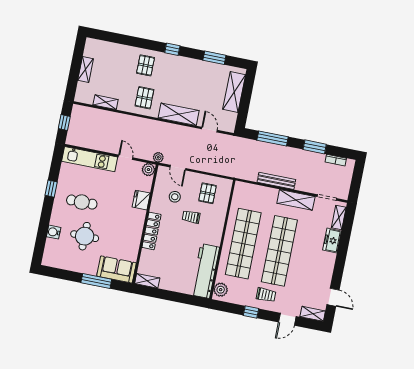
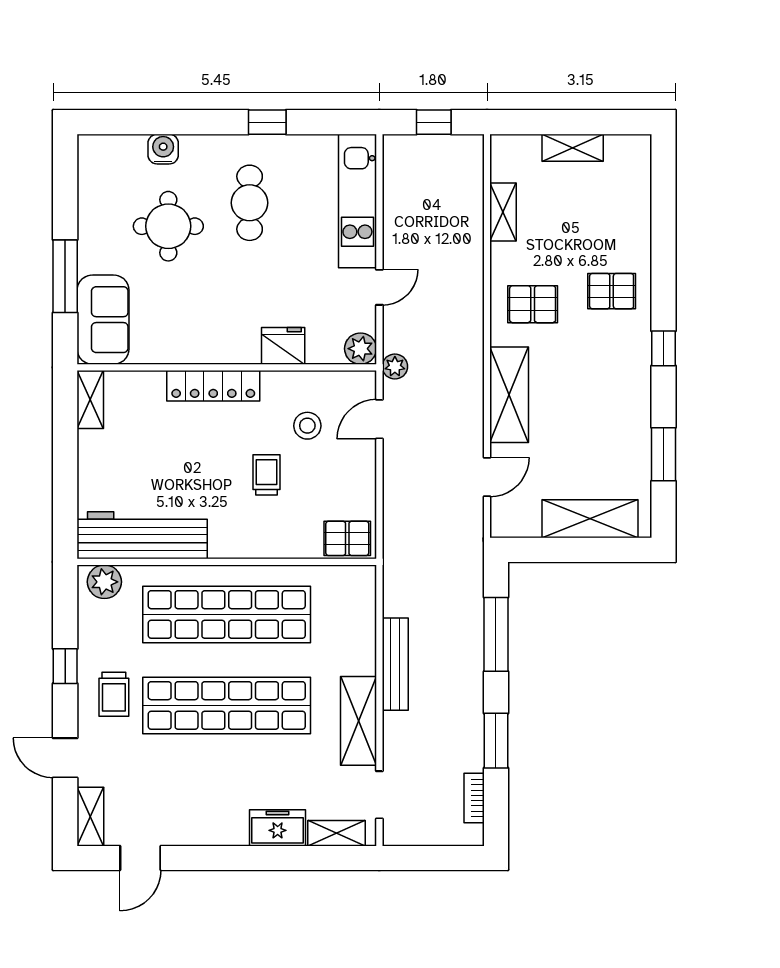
pallet: (208, 193) -> (347, 538), moved

